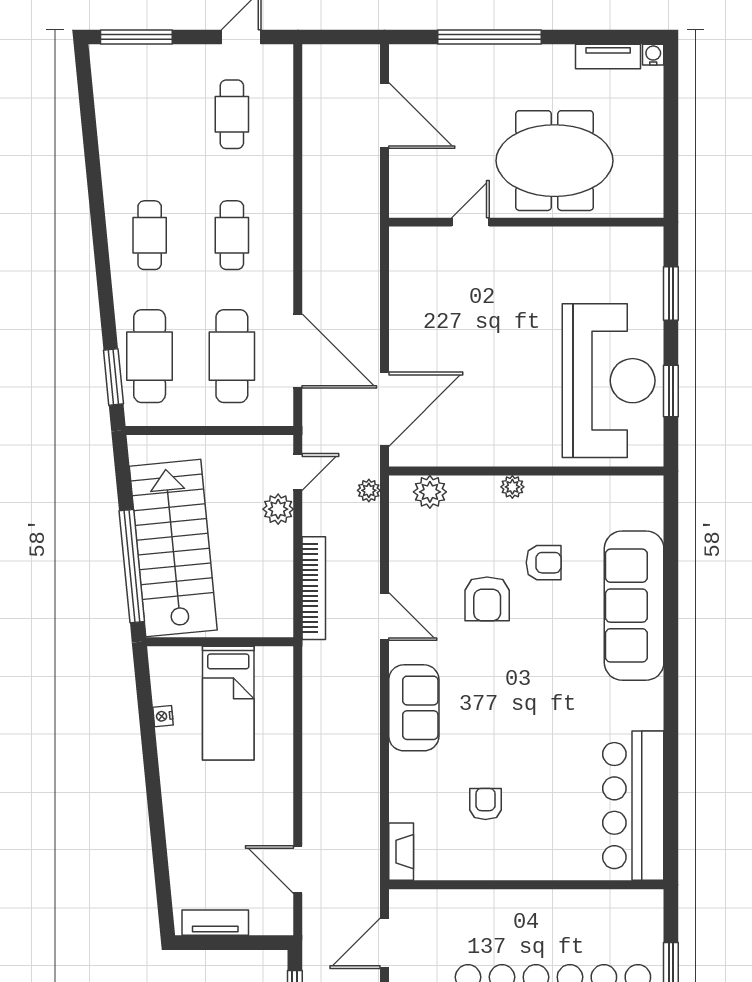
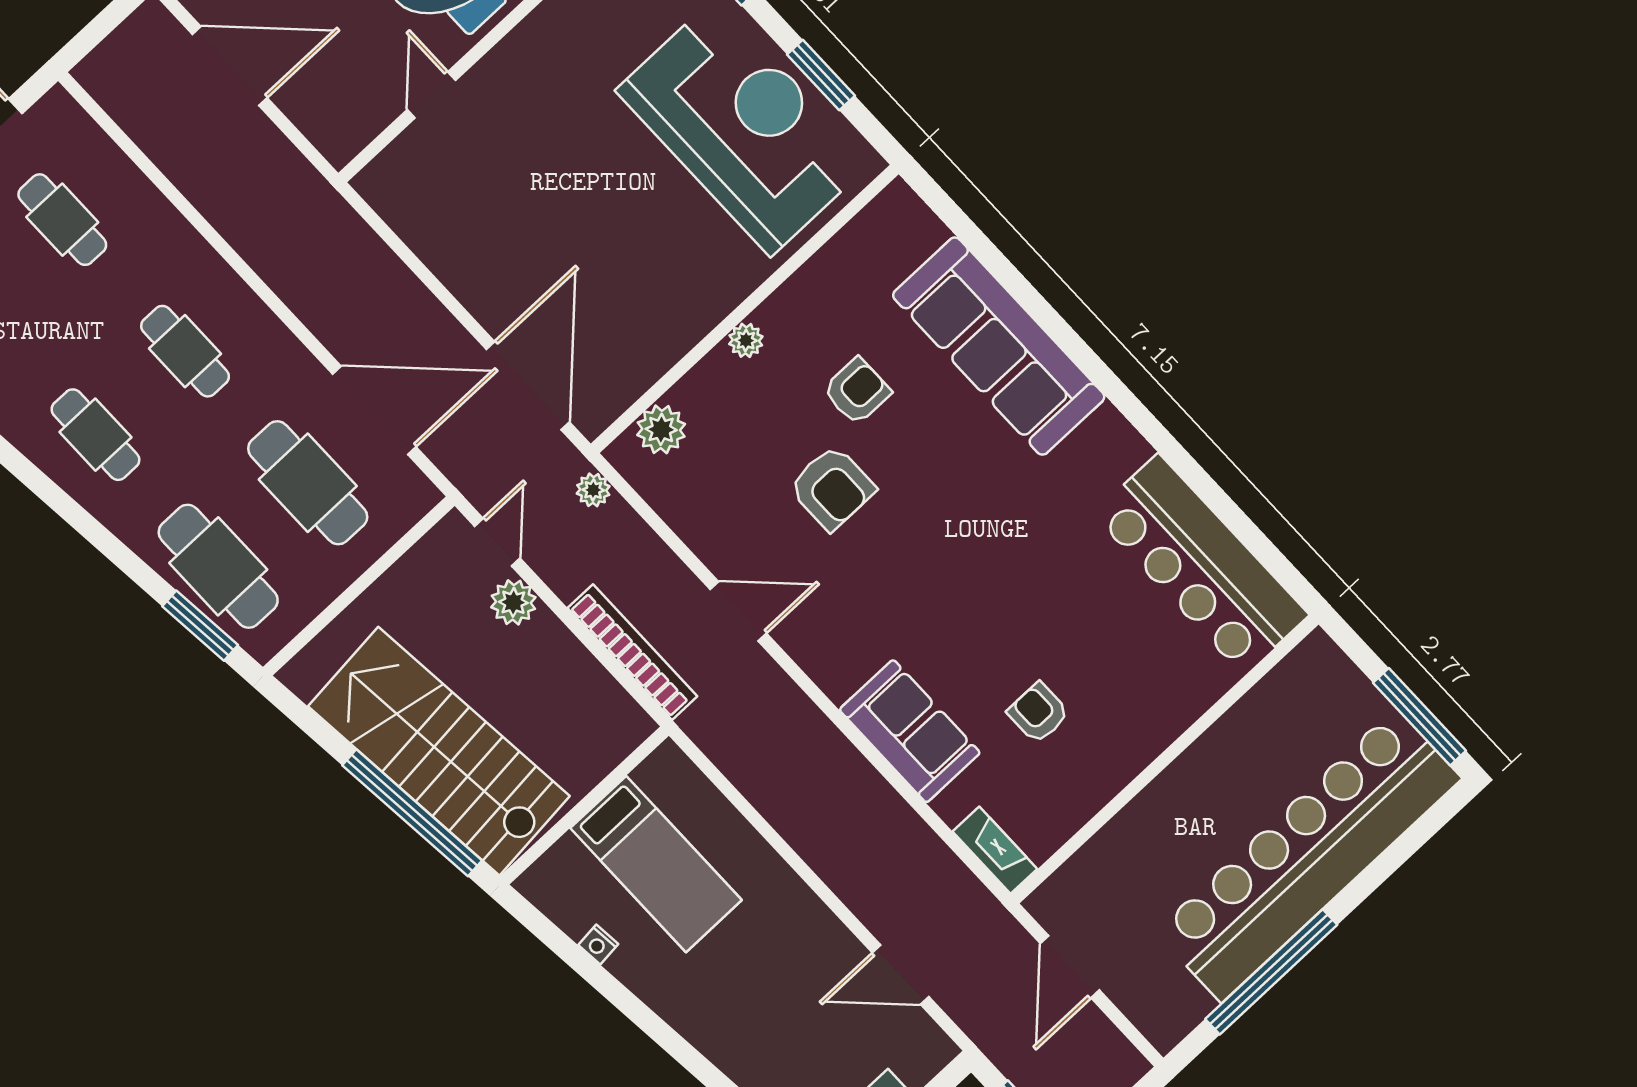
sofa: (414, 708) -> (910, 731), moved

